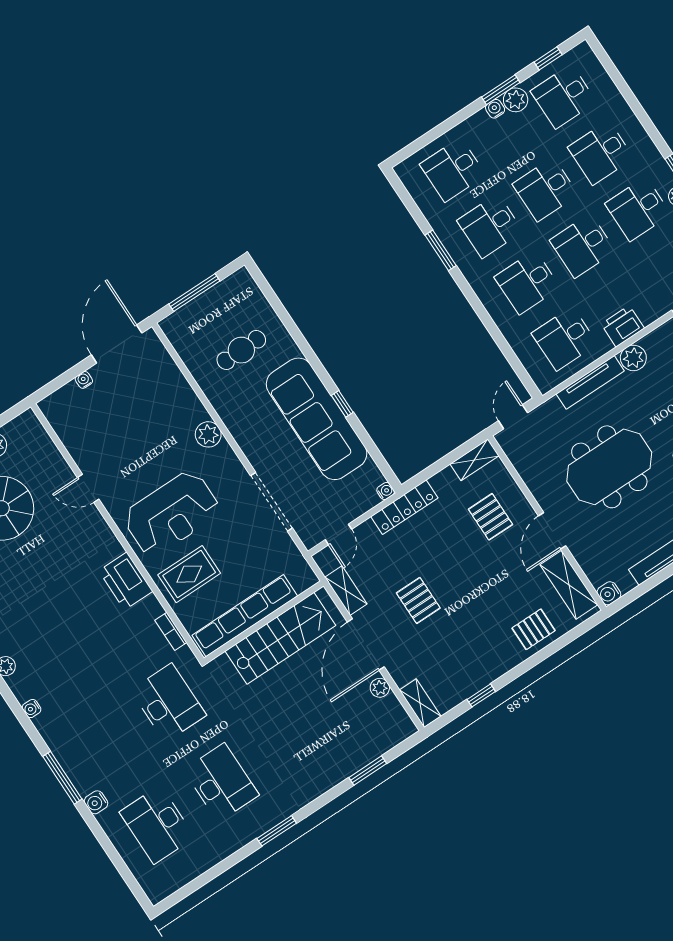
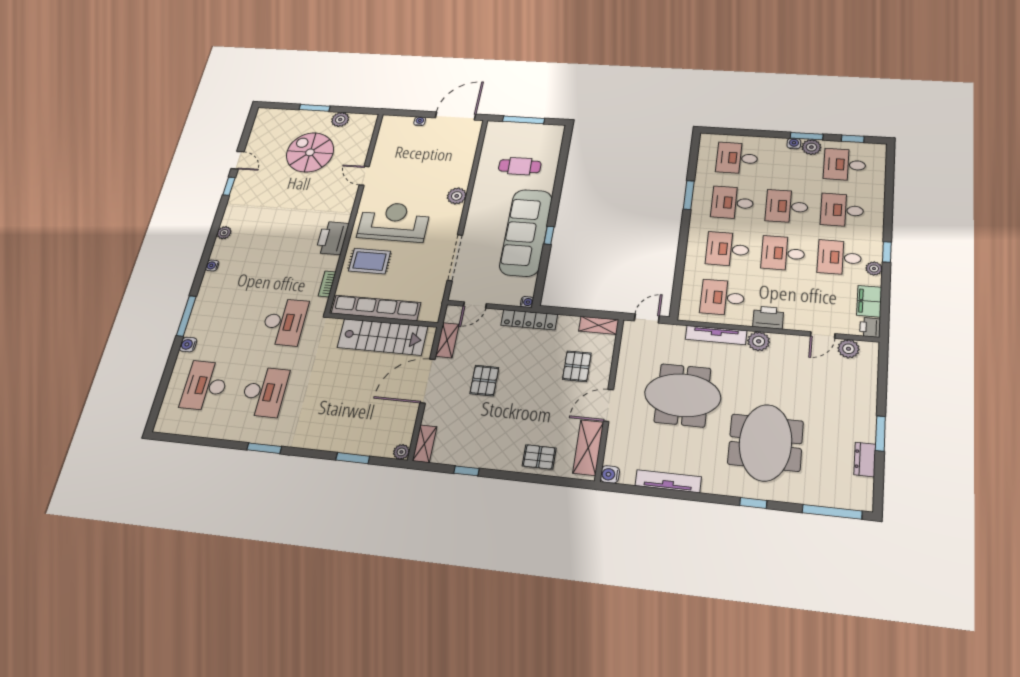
reception desk: (172, 513) -> (394, 222), turned 180
plant: (380, 688) -> (401, 452), moved

